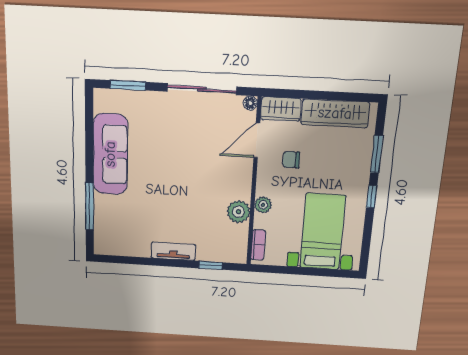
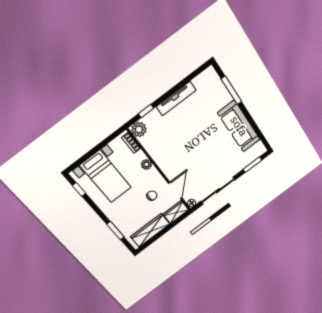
window: (372, 196) -> (79, 189), moved
plant: (238, 212) -> (139, 129), moved
tv unit: (173, 251) -> (176, 99), width x1.41

